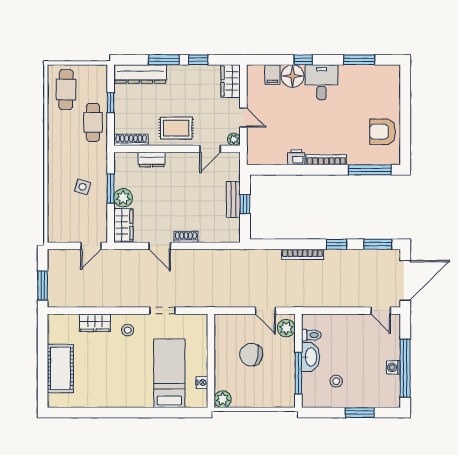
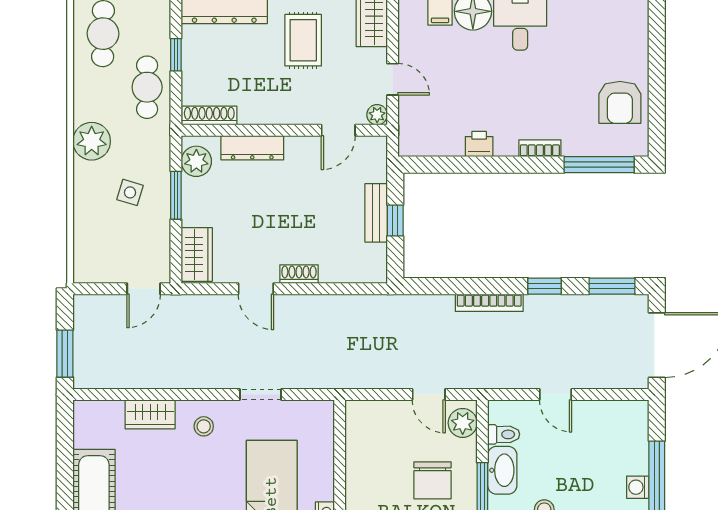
rug: (176, 128) -> (303, 40), moved, turned 90
armchair: (383, 132) -> (620, 102), turned -90
plant: (59, 155) -> (92, 141), added
dresser: (152, 160) -> (252, 148), width x1.44
bookcase: (326, 160) -> (540, 148), width x0.64
plant: (123, 198) -> (196, 161), moved
door: (381, 311) -> (556, 394), moved
chair: (251, 355) -> (433, 480), moved, turned -101

